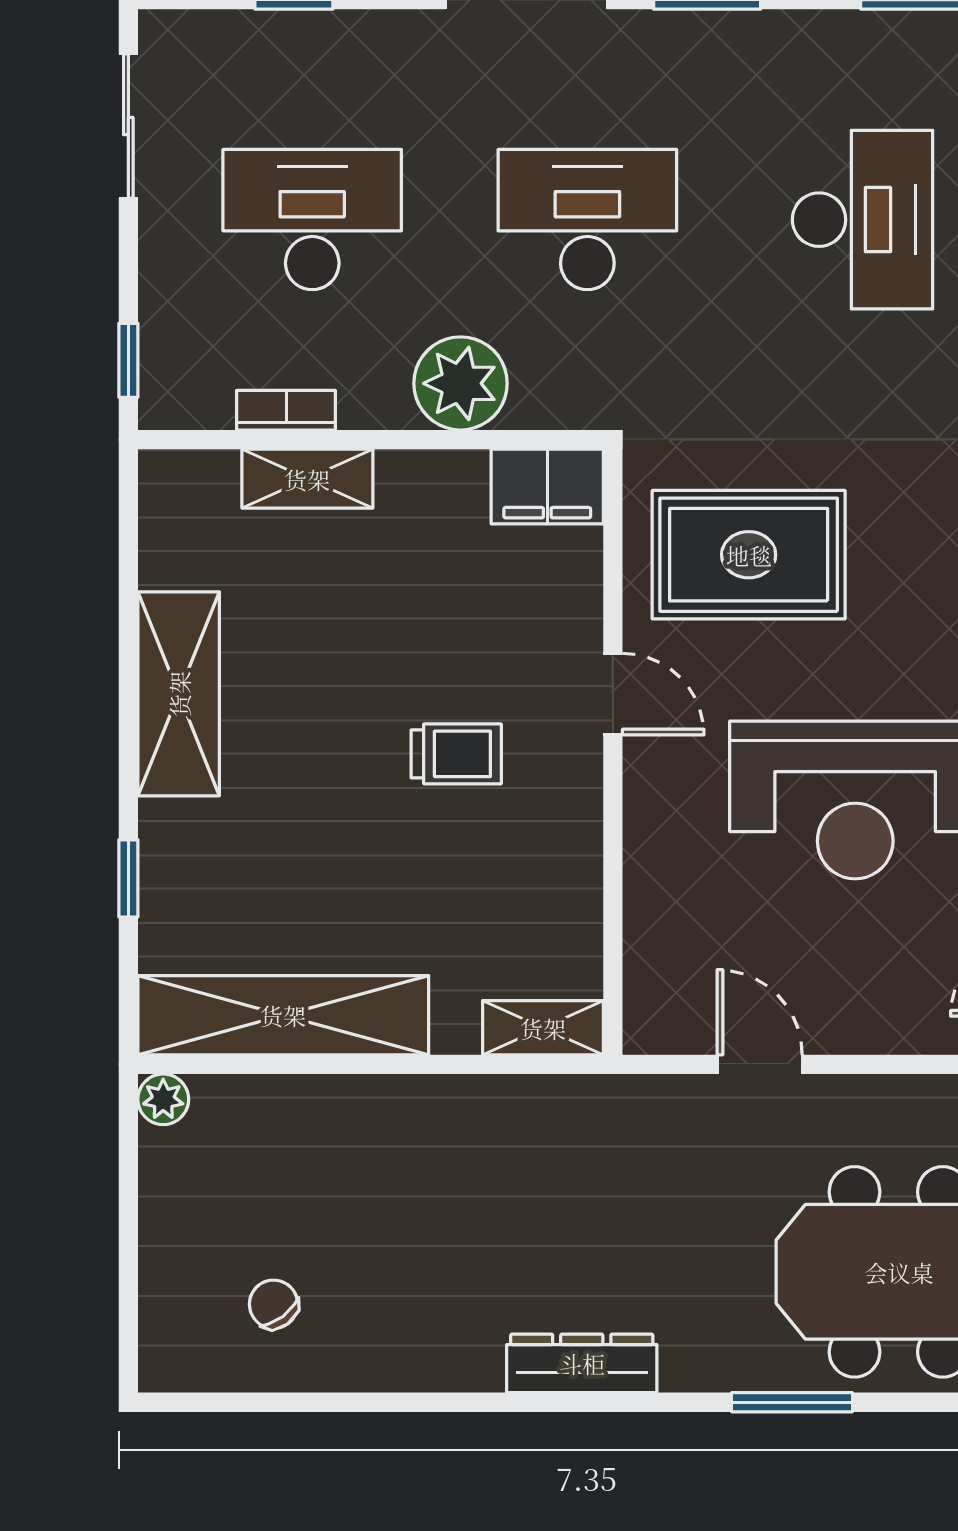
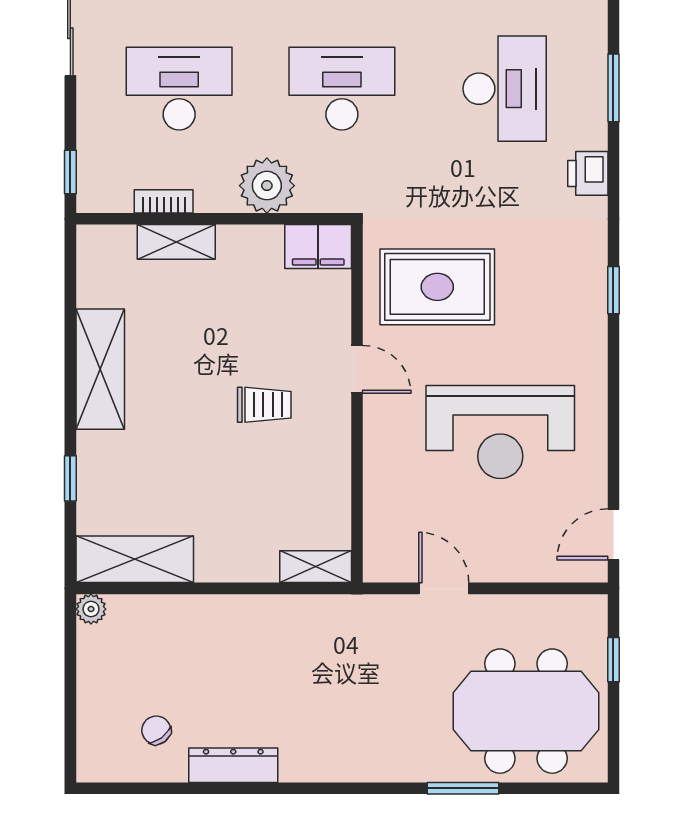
shelving: (283, 1015) -> (135, 559), width x0.68
dresser: (582, 1363) -> (233, 765), moved

